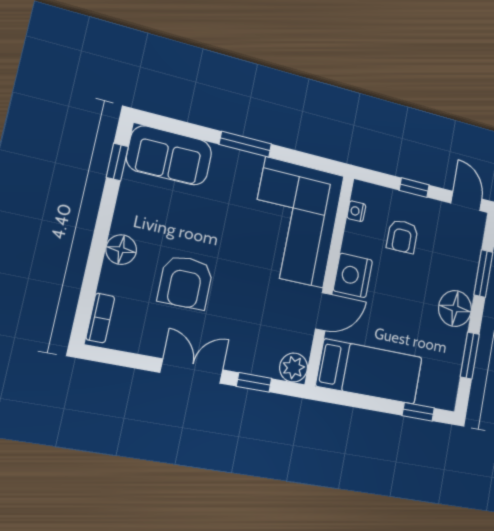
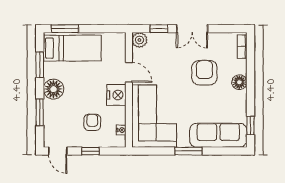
sofa: (169, 156) -> (218, 135), width x1.36
door: (324, 312) -> (129, 72), swing flipped
bed: (370, 372) -> (72, 48), moved, turned 180
window: (418, 412) -> (65, 29), width x1.50

